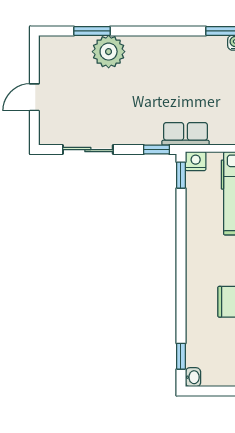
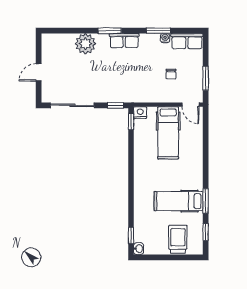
window: (92, 31) -> (110, 31), moved
row of seats: (186, 134) -> (124, 41), moved, turned 180
sliding door: (88, 150) -> (72, 105), width x1.37

